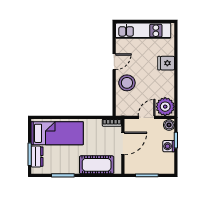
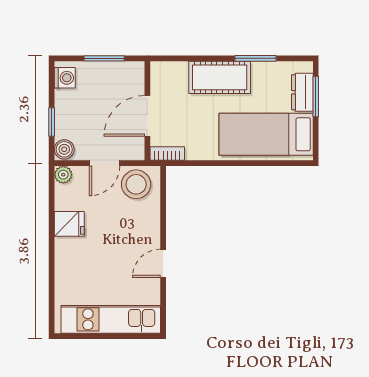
fridge: (166, 63) -> (69, 224), moved
stool: (127, 83) -> (136, 184), moved
plant: (165, 107) -> (63, 175), width x0.53, depth x0.53
washing machine: (169, 146) -> (65, 78), moved
cot: (97, 165) -> (220, 77), moved

